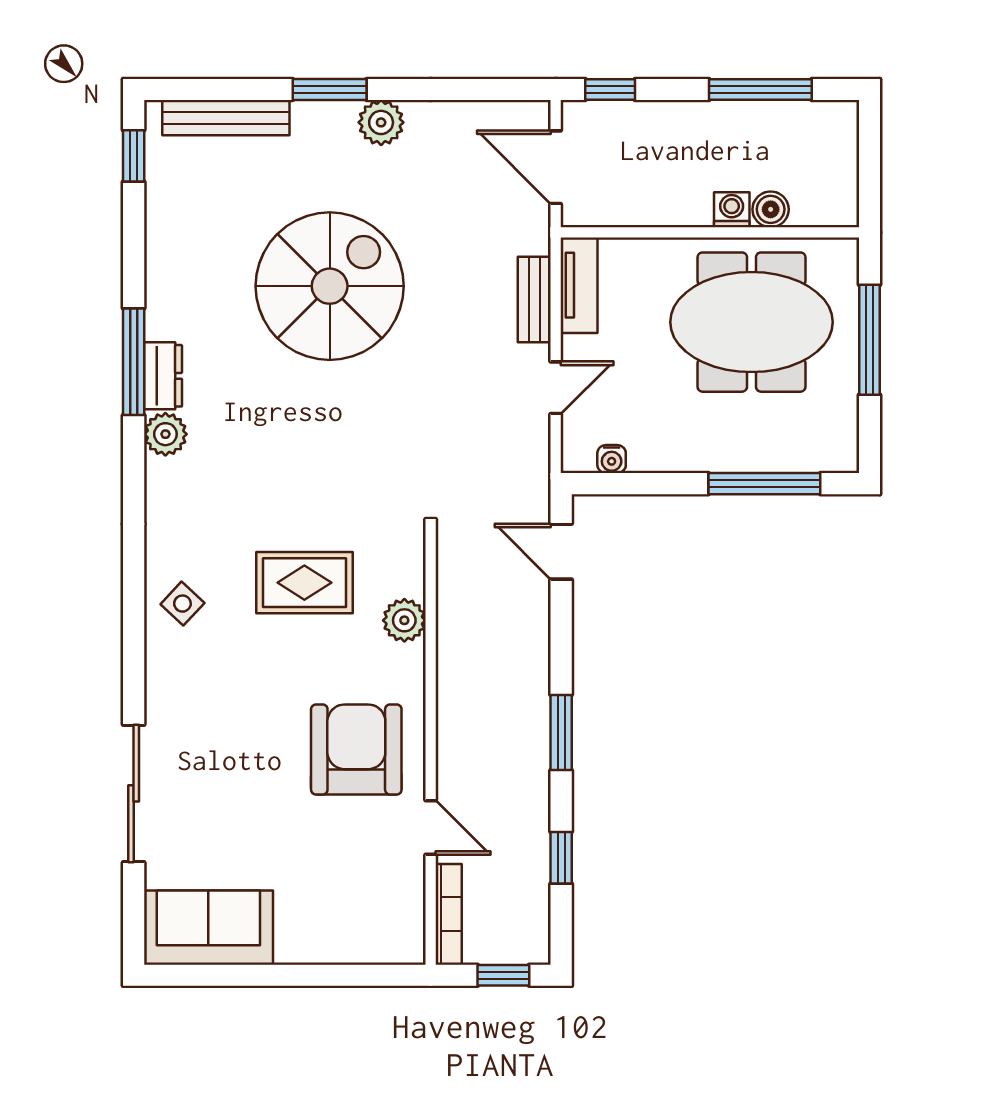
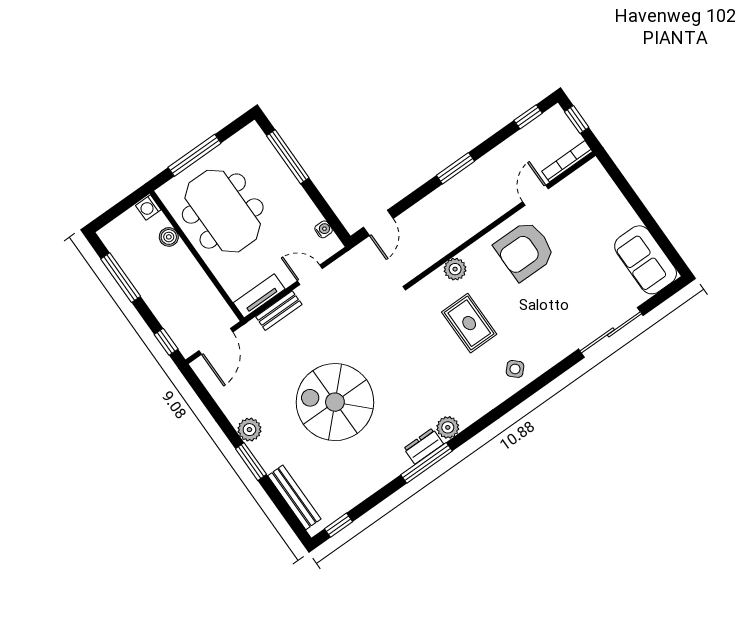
washing machine: (732, 210) -> (148, 208), moved
window: (561, 858) -> (528, 117), moved

